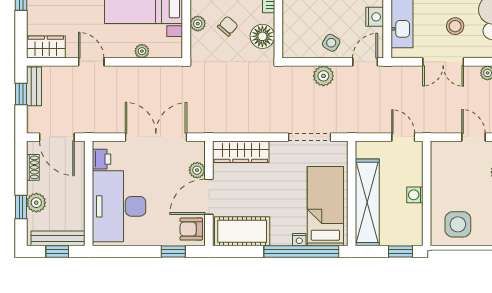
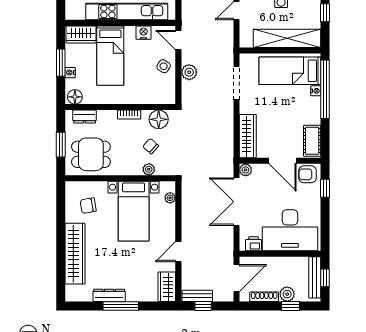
plant: (142, 51) -> (170, 198), moved
shoe rack: (33, 167) -> (264, 297), width x1.43
plant: (197, 170) -> (246, 170), moved
armchair: (191, 229) -> (308, 174), turned 90
cot: (242, 231) -> (312, 141), width x0.73, depth x0.75

